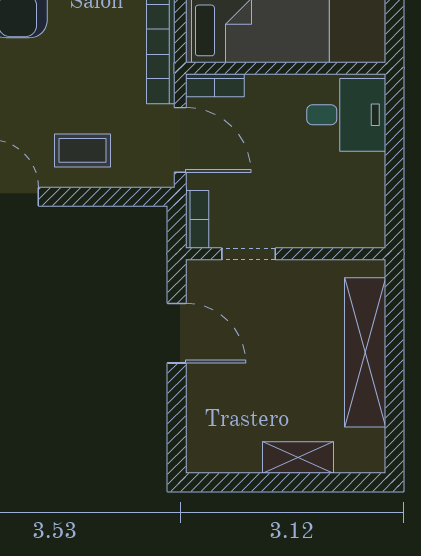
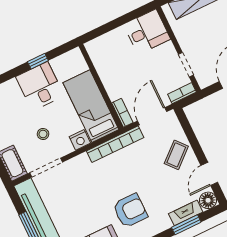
desk: (346, 115) -> (147, 32), moved, turned 90
coffee table: (82, 150) -> (176, 155), turned 49

